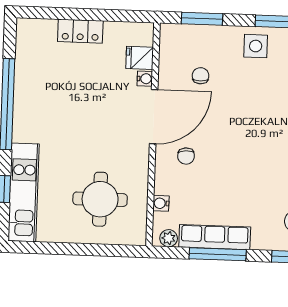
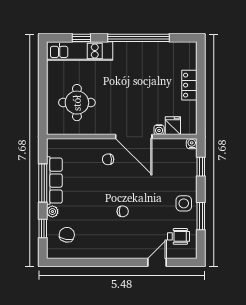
window: (202, 19) -> (201, 167), width x0.67
chair: (201, 76) -> (123, 211), moved
water cooler: (161, 203) -> (192, 144), moved
plant: (169, 238) -> (52, 212), moved

